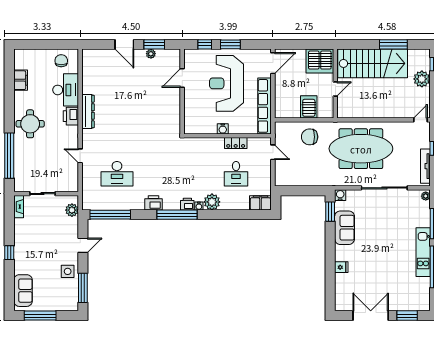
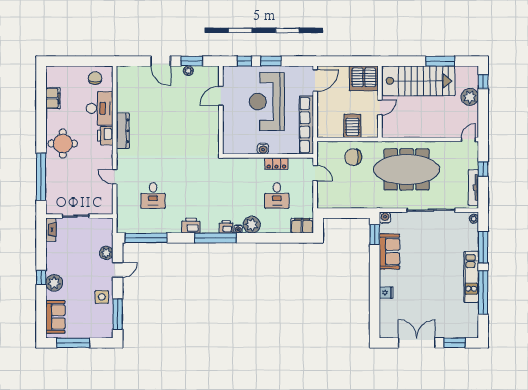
desk: (117, 174) -> (153, 195), width x0.73
plant: (72, 210) -> (106, 253), moved
plant: (22, 258) -> (54, 283), added

